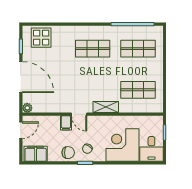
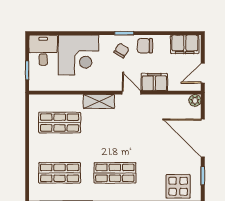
filing cabinet: (66, 123) -> (154, 82), width x2.00

